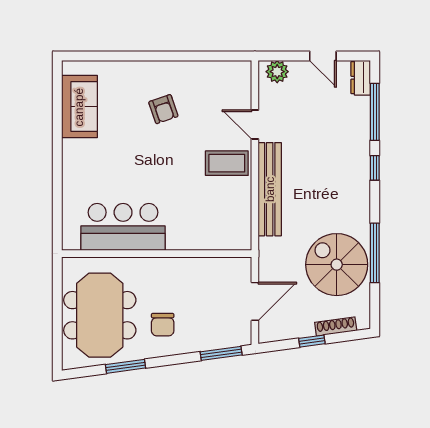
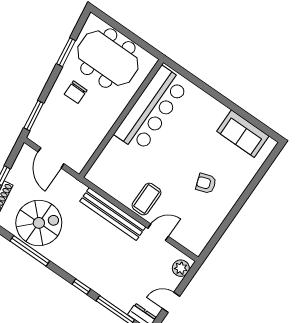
bar counter: (123, 227) -> (152, 109), width x1.36
chair: (163, 325) -> (76, 92), turned -90

